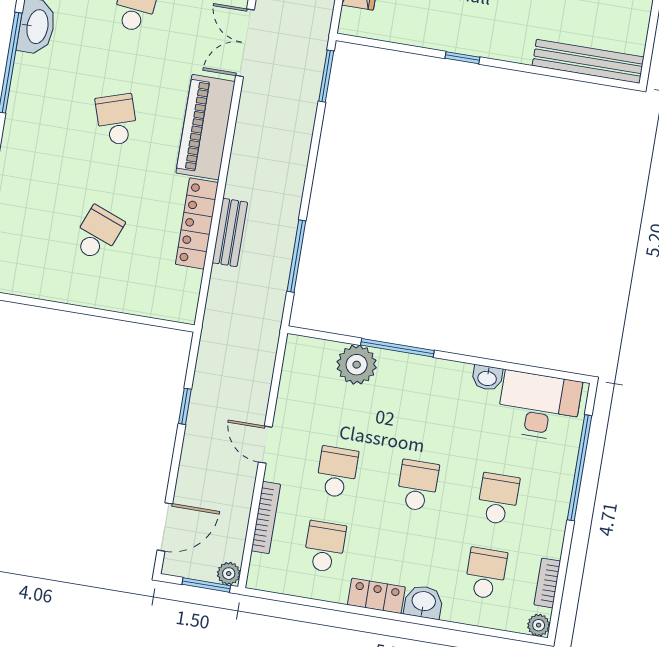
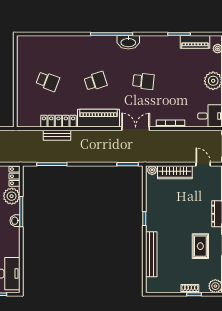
plant: (350, 20) -> (152, 170), added
bench: (588, 61) -> (151, 254), moved
locker: (310, 350) -> (14, 176), added
washbasin: (487, 378) -> (15, 221), moved

